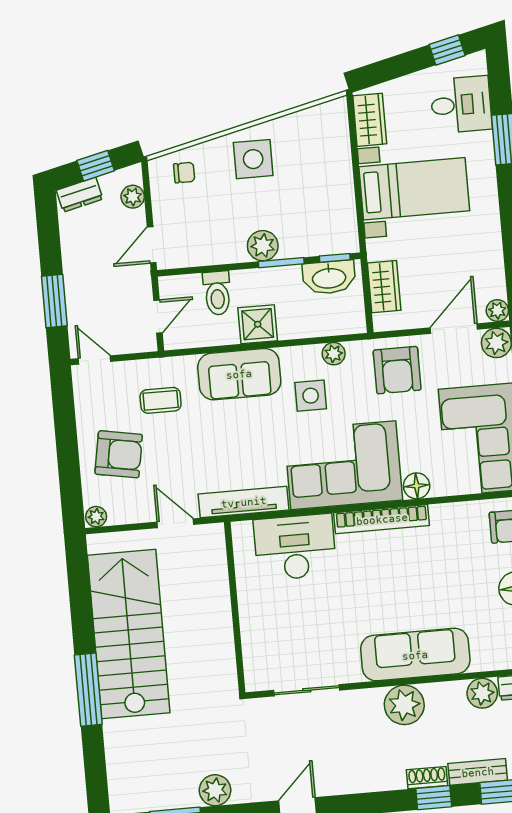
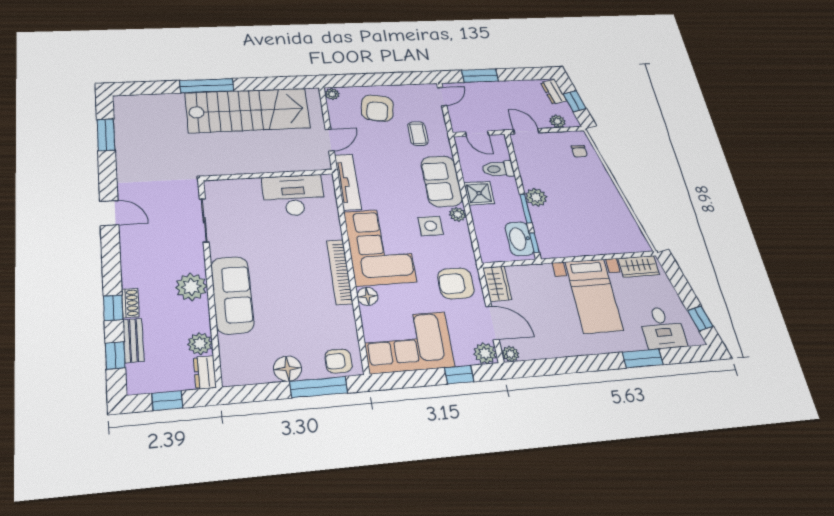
side table: (253, 159) -> (596, 193), removed
wardrobe: (384, 287) -> (497, 284), moved, turned -90
plant: (334, 354) -> (458, 214), moved
desk: (295, 547) -> (294, 195), moved, turned -90
plant: (215, 790) -> (128, 160), removed

